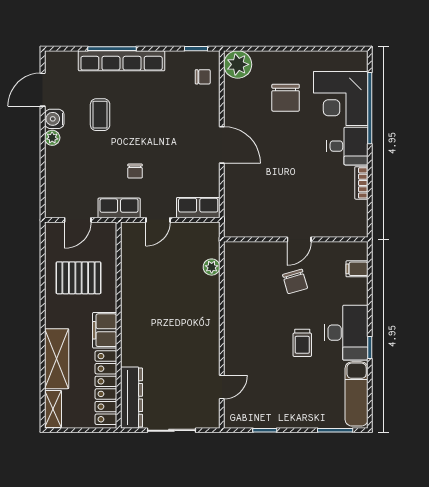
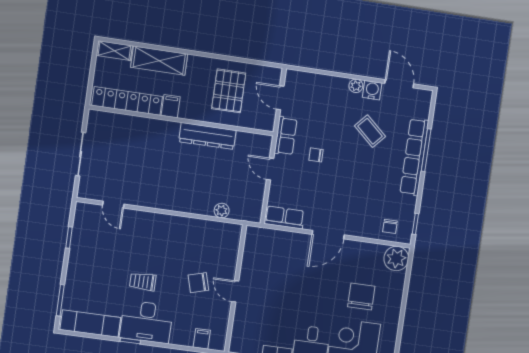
chair: (286, 98) -> (361, 296), turned 90
coffee table: (100, 115) -> (370, 131), turned 42
row of seats: (198, 208) -> (284, 217), moved, turned -90
filing cabinet: (105, 330) -> (171, 106), width x0.50
dresser: (132, 398) -> (207, 136), moved

